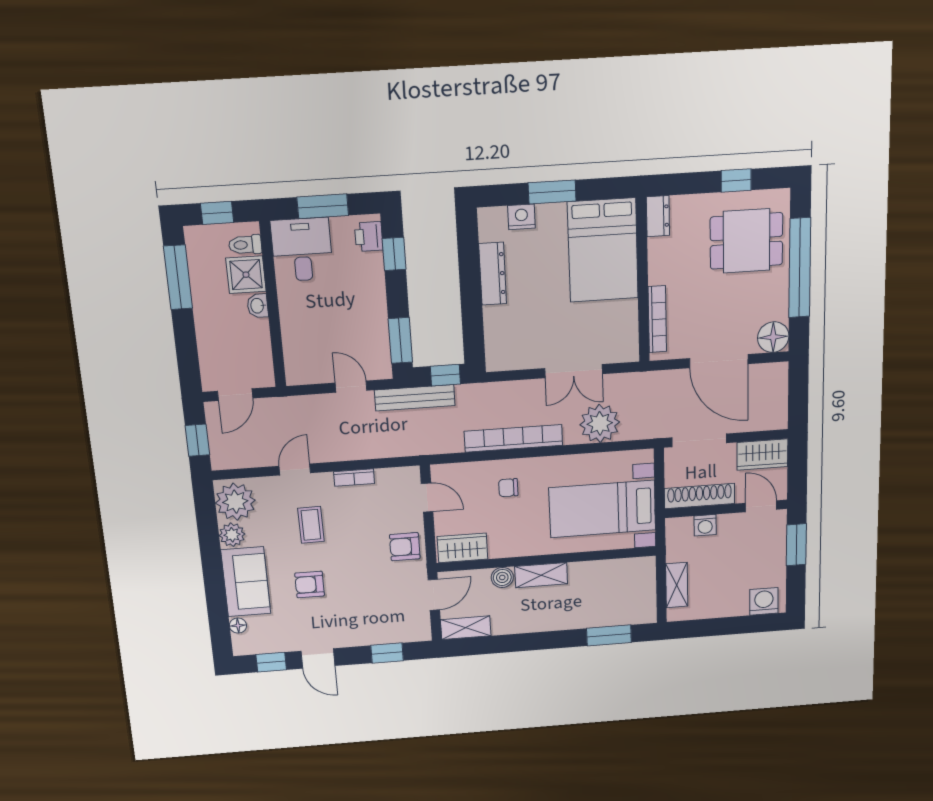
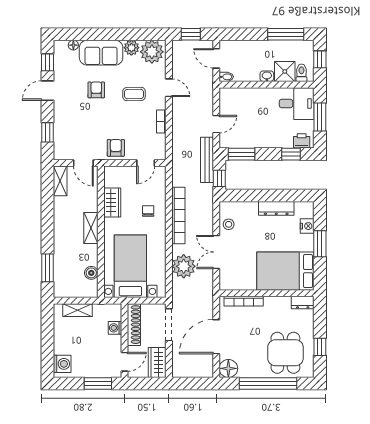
stool: (525, 354) -> (229, 224), added
bidet: (266, 376) -> (226, 77), added
wardrobe: (462, 548) -> (112, 203), moved
boiler: (502, 577) -> (91, 273), moved

